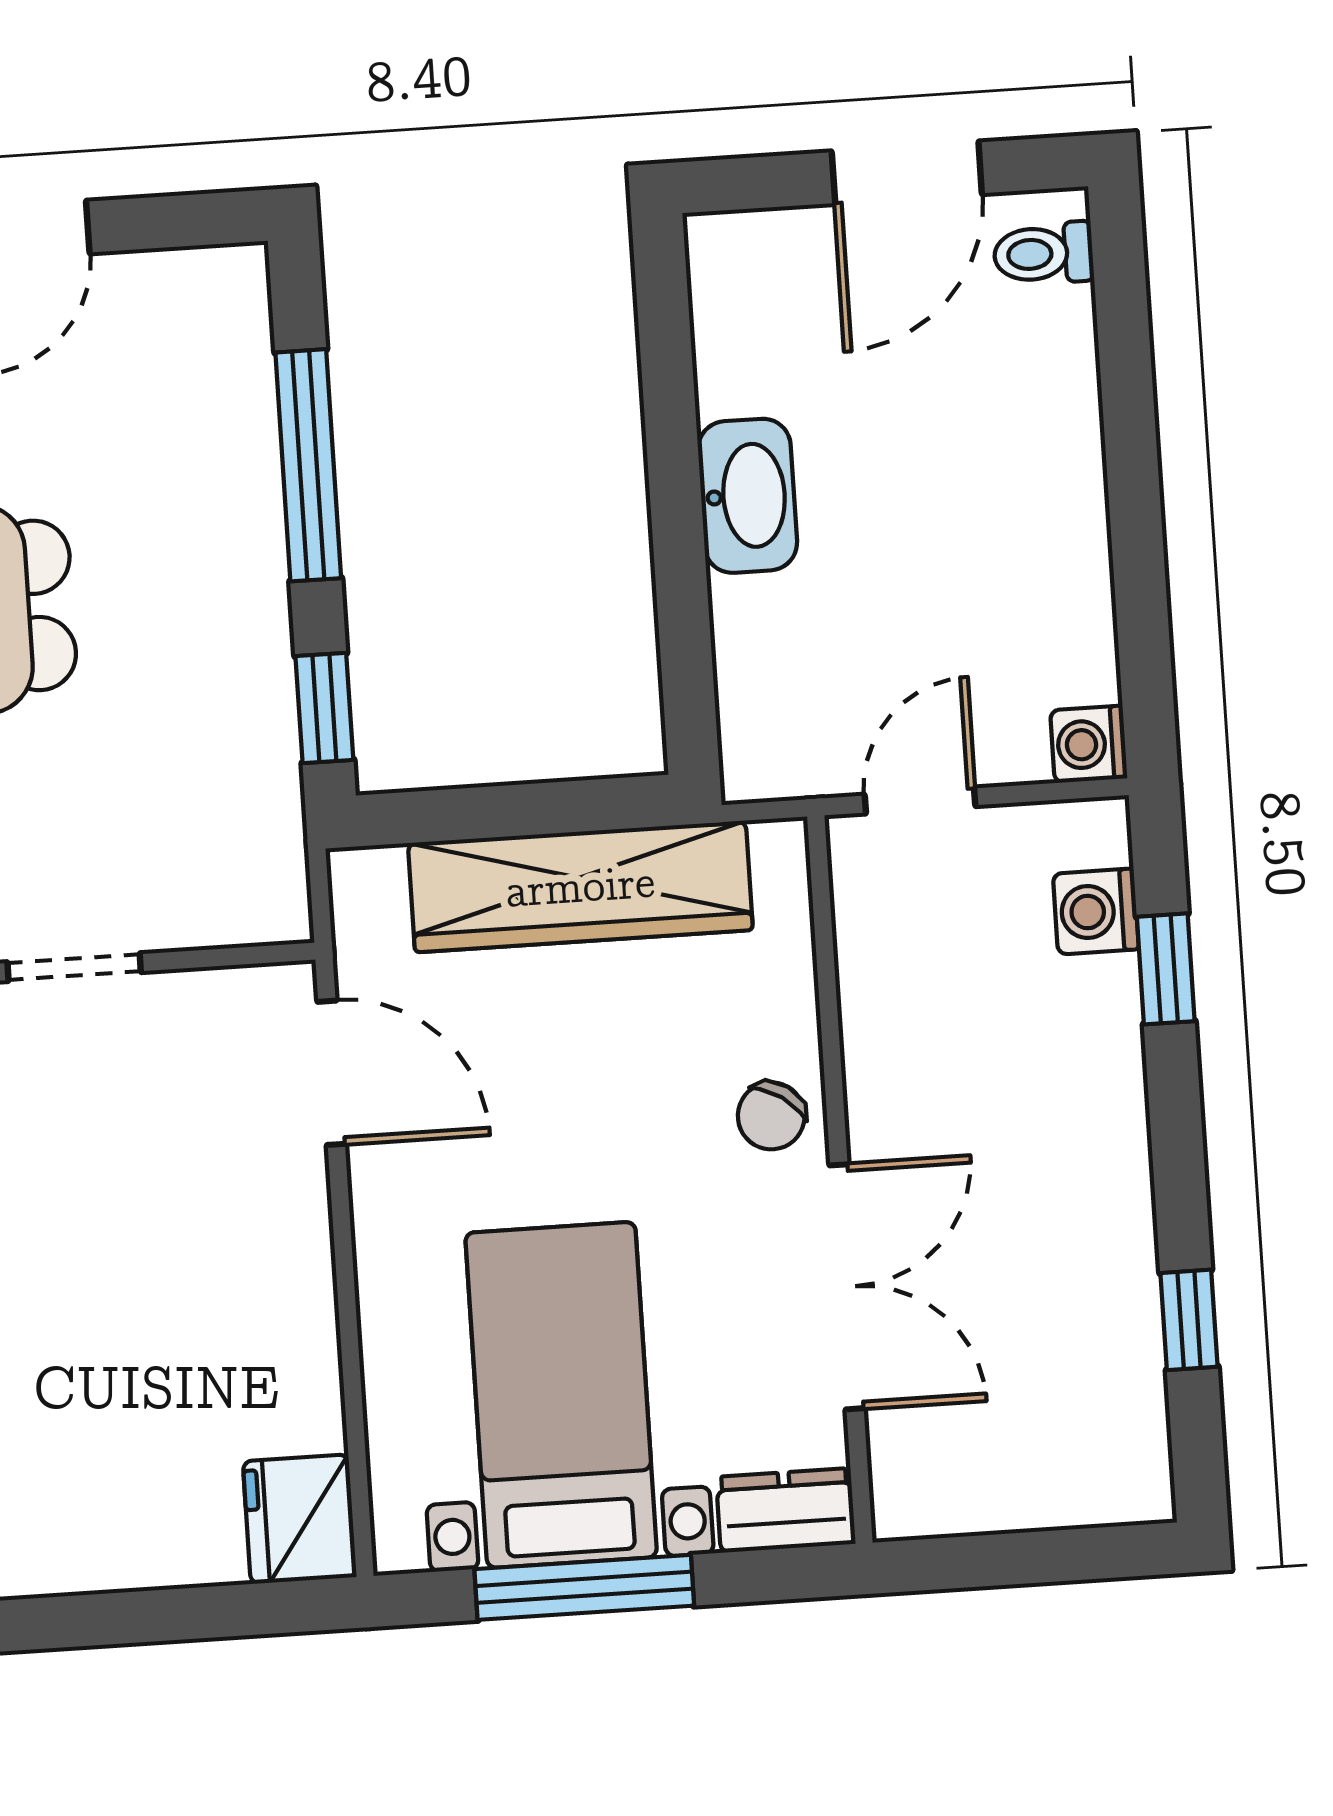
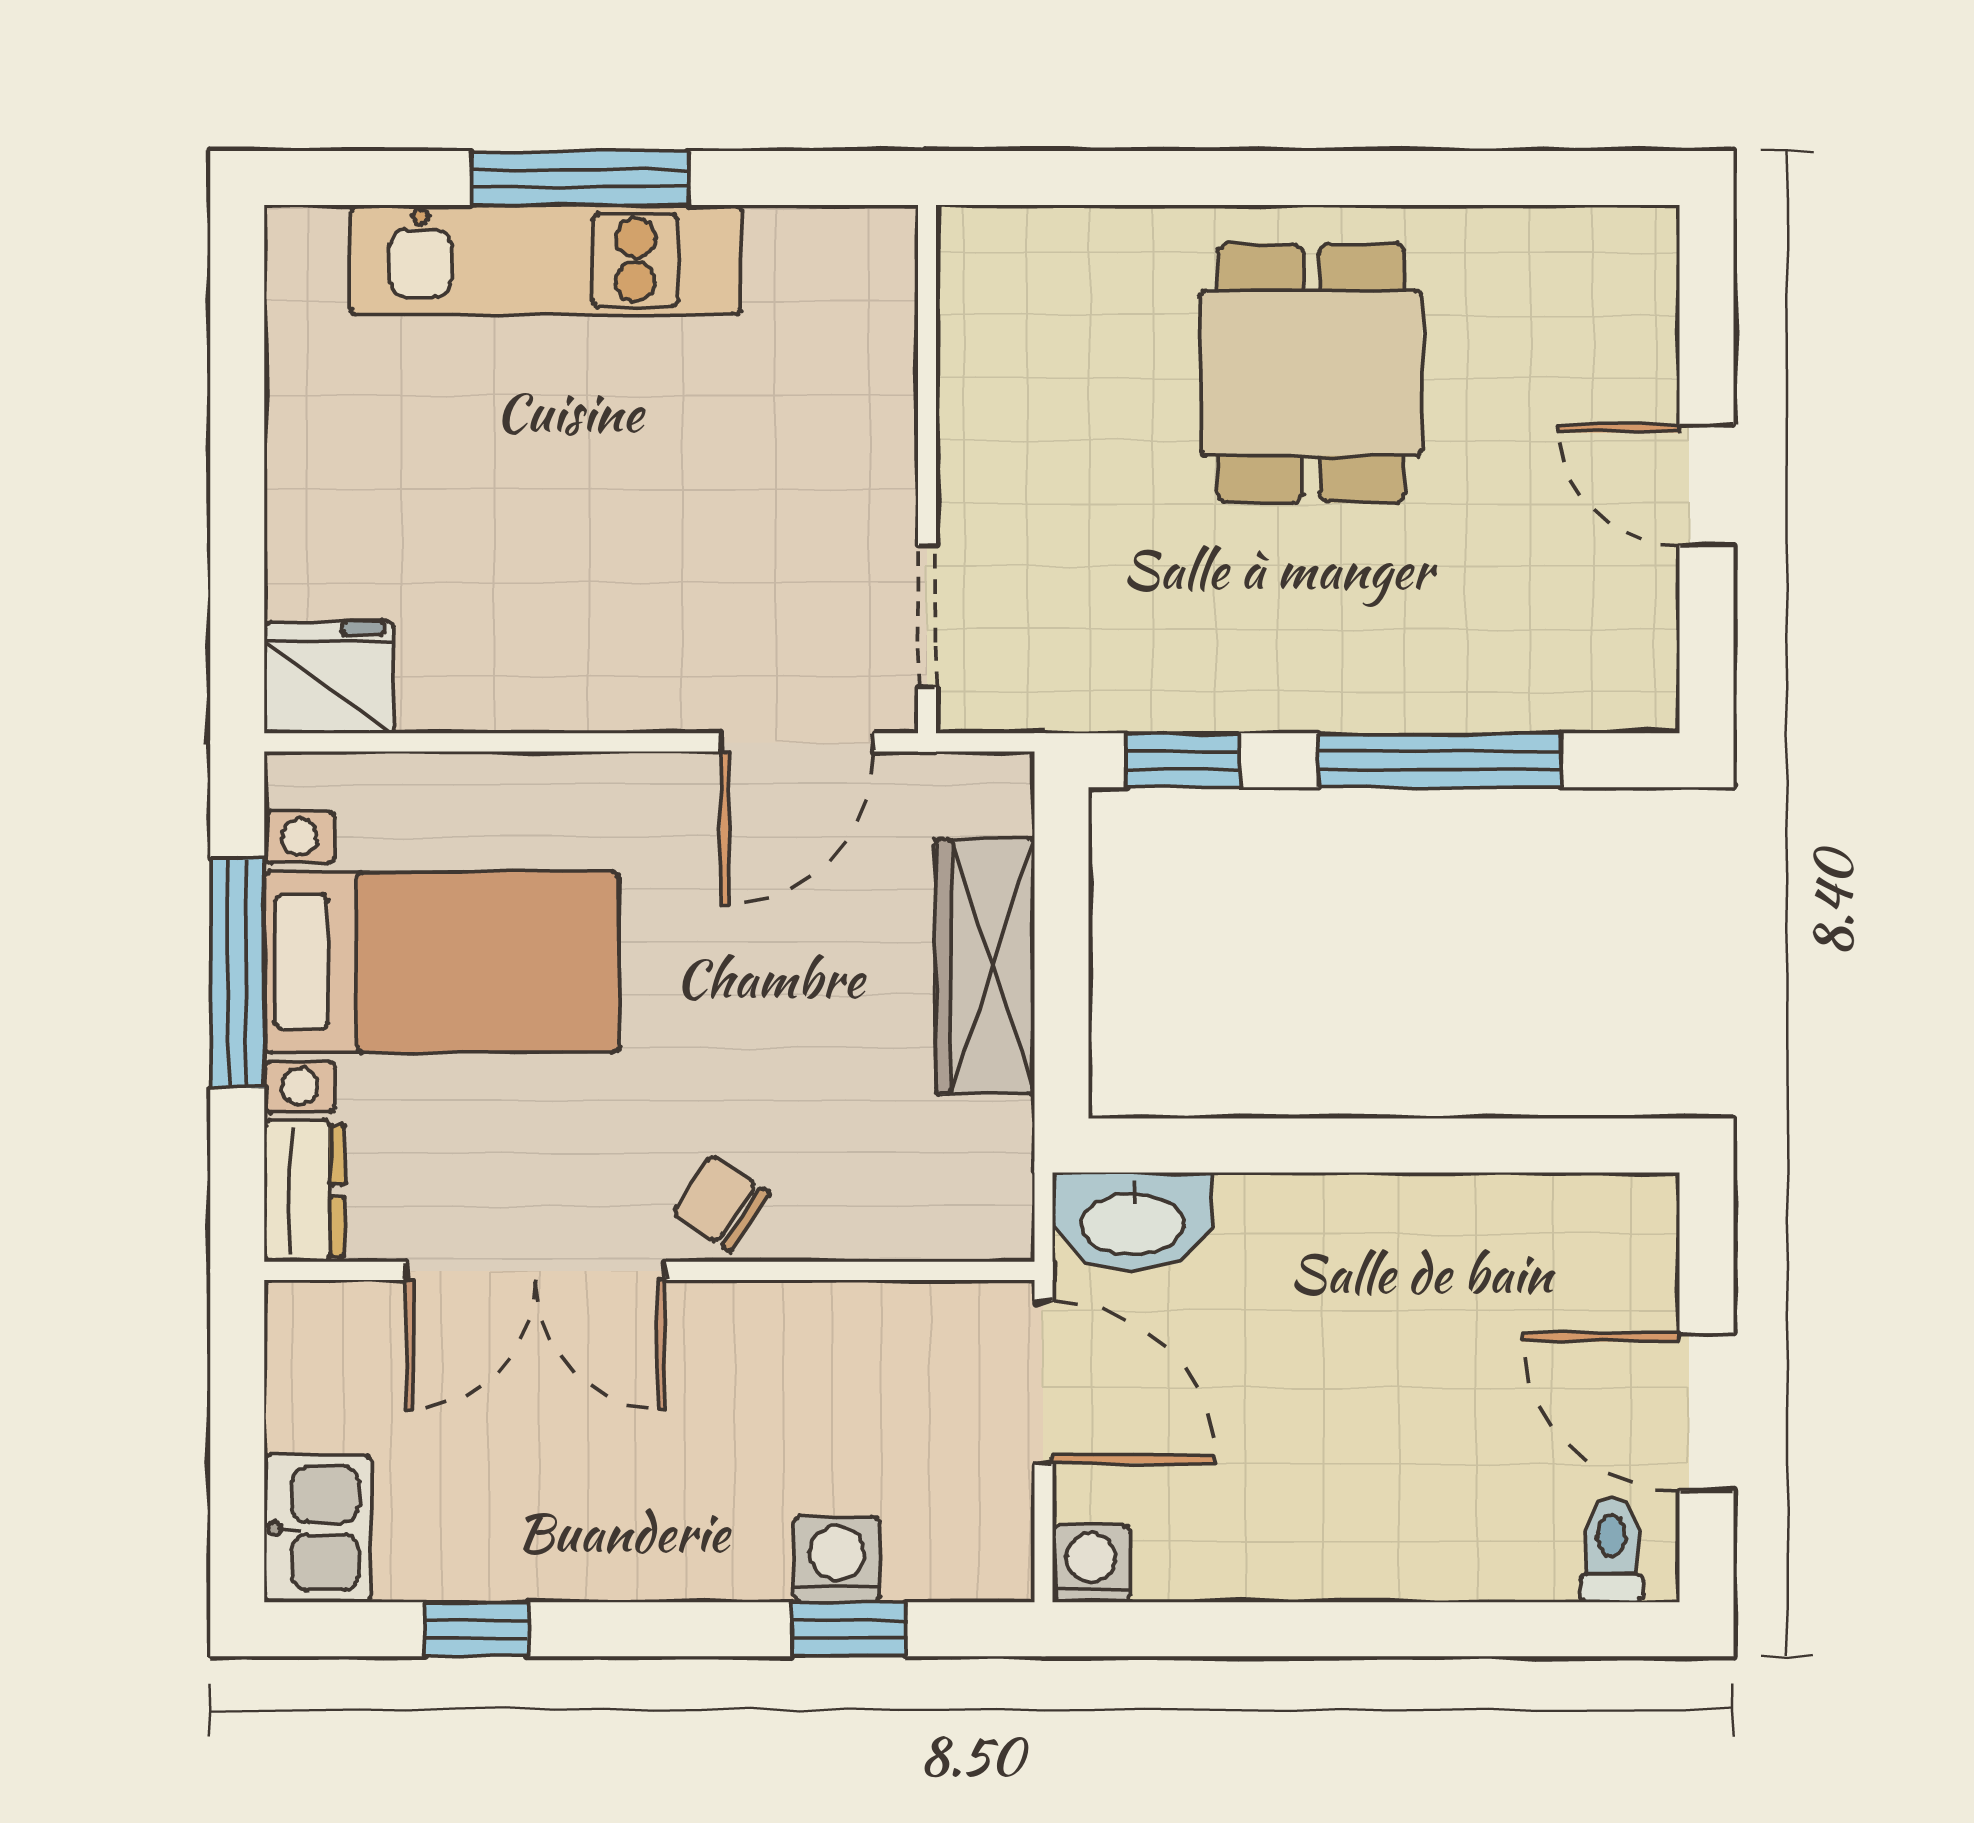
washbasin: (748, 496) -> (1133, 1221), moved
door: (920, 800) -> (1043, 1382), width x1.38
wardrobe: (580, 887) -> (985, 967), width x0.71, depth x0.85
washing machine: (1096, 911) -> (837, 1560), moved
doorway: (74, 967) -> (927, 616), moved
kitchen sink: (1104, 1476) -> (318, 1528), added

